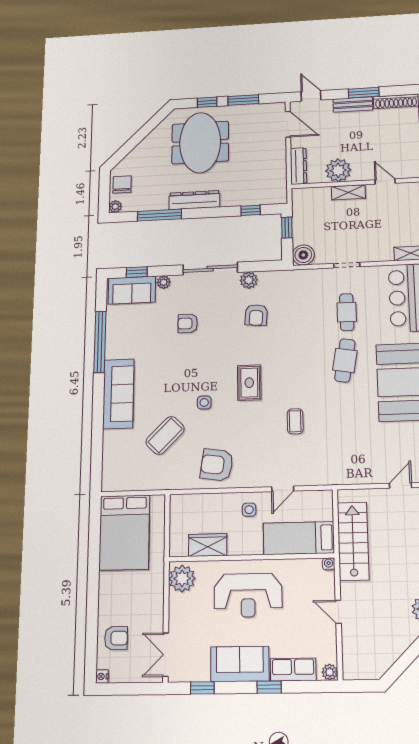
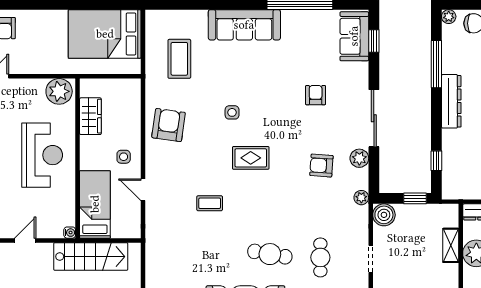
shelving: (348, 192) -> (451, 245), moved
plant: (164, 282) -> (361, 198), moved
cafe table: (347, 312) -> (320, 257), turned 90
coffee table: (165, 435) -> (179, 59), moved, turned 45
reception desk: (248, 595) -> (42, 155), turned 180

